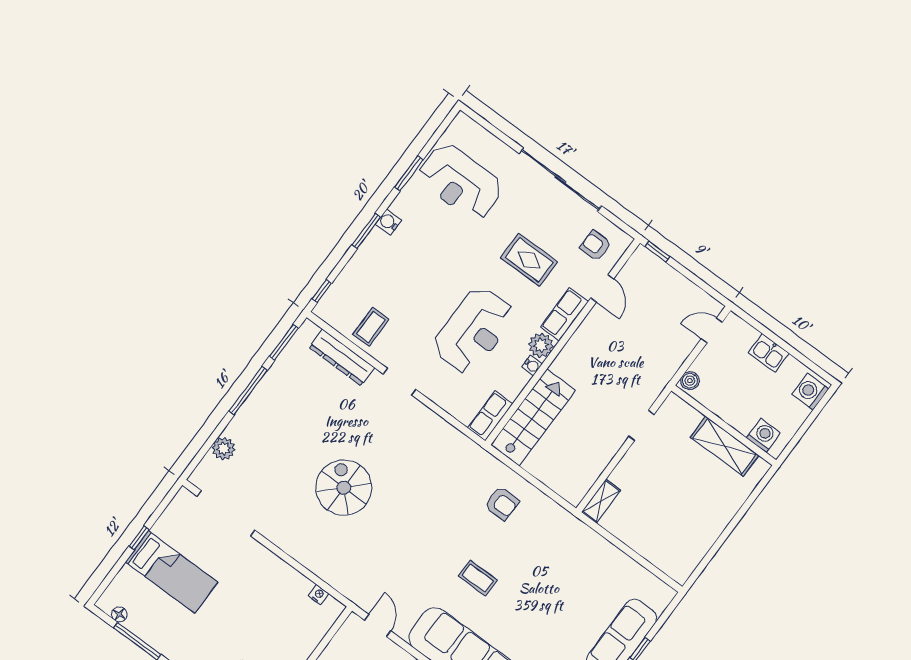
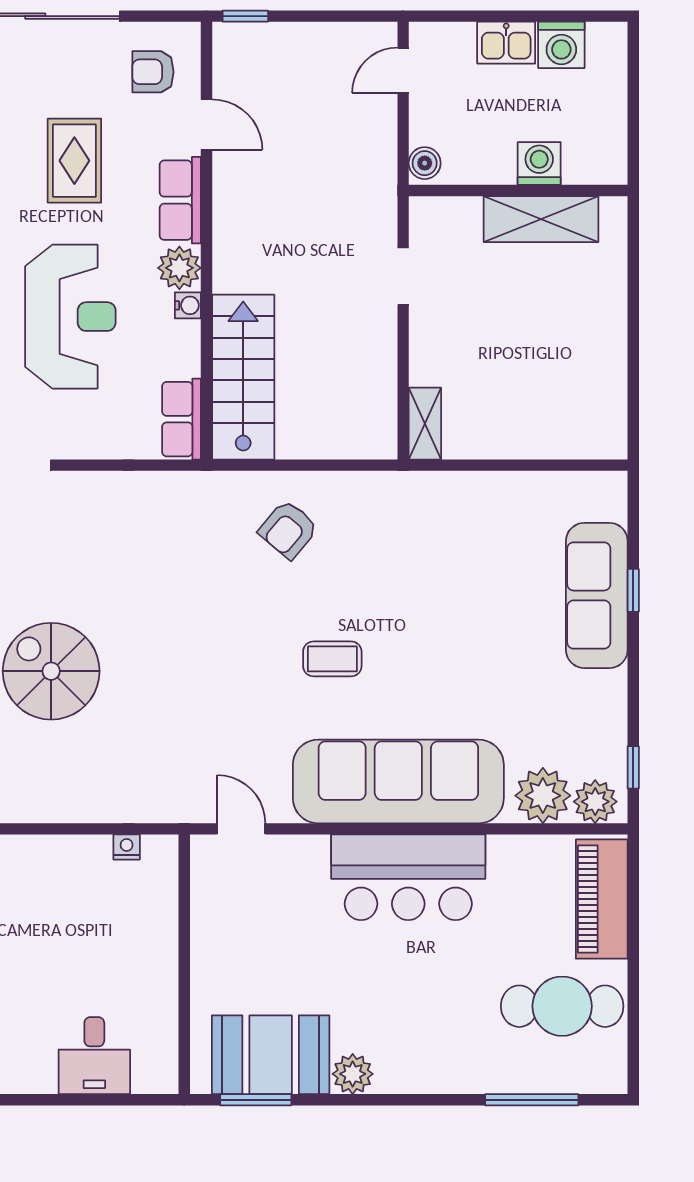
rug: (529, 260) -> (74, 161), turned 90
washing machine: (810, 392) -> (561, 45), moved, turned -90
washing machine: (763, 435) -> (539, 163), moved
armchair: (502, 503) -> (288, 529), turned 130

